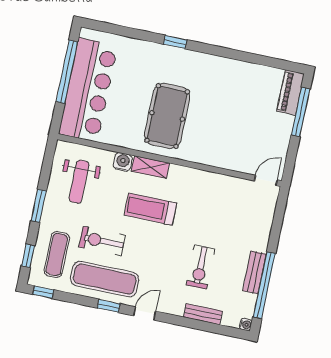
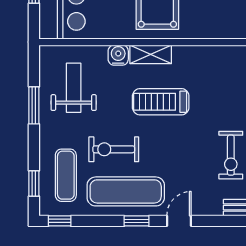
weight bench: (79, 182) -> (74, 88), turned 180
window: (39, 206) -> (34, 105), moved

